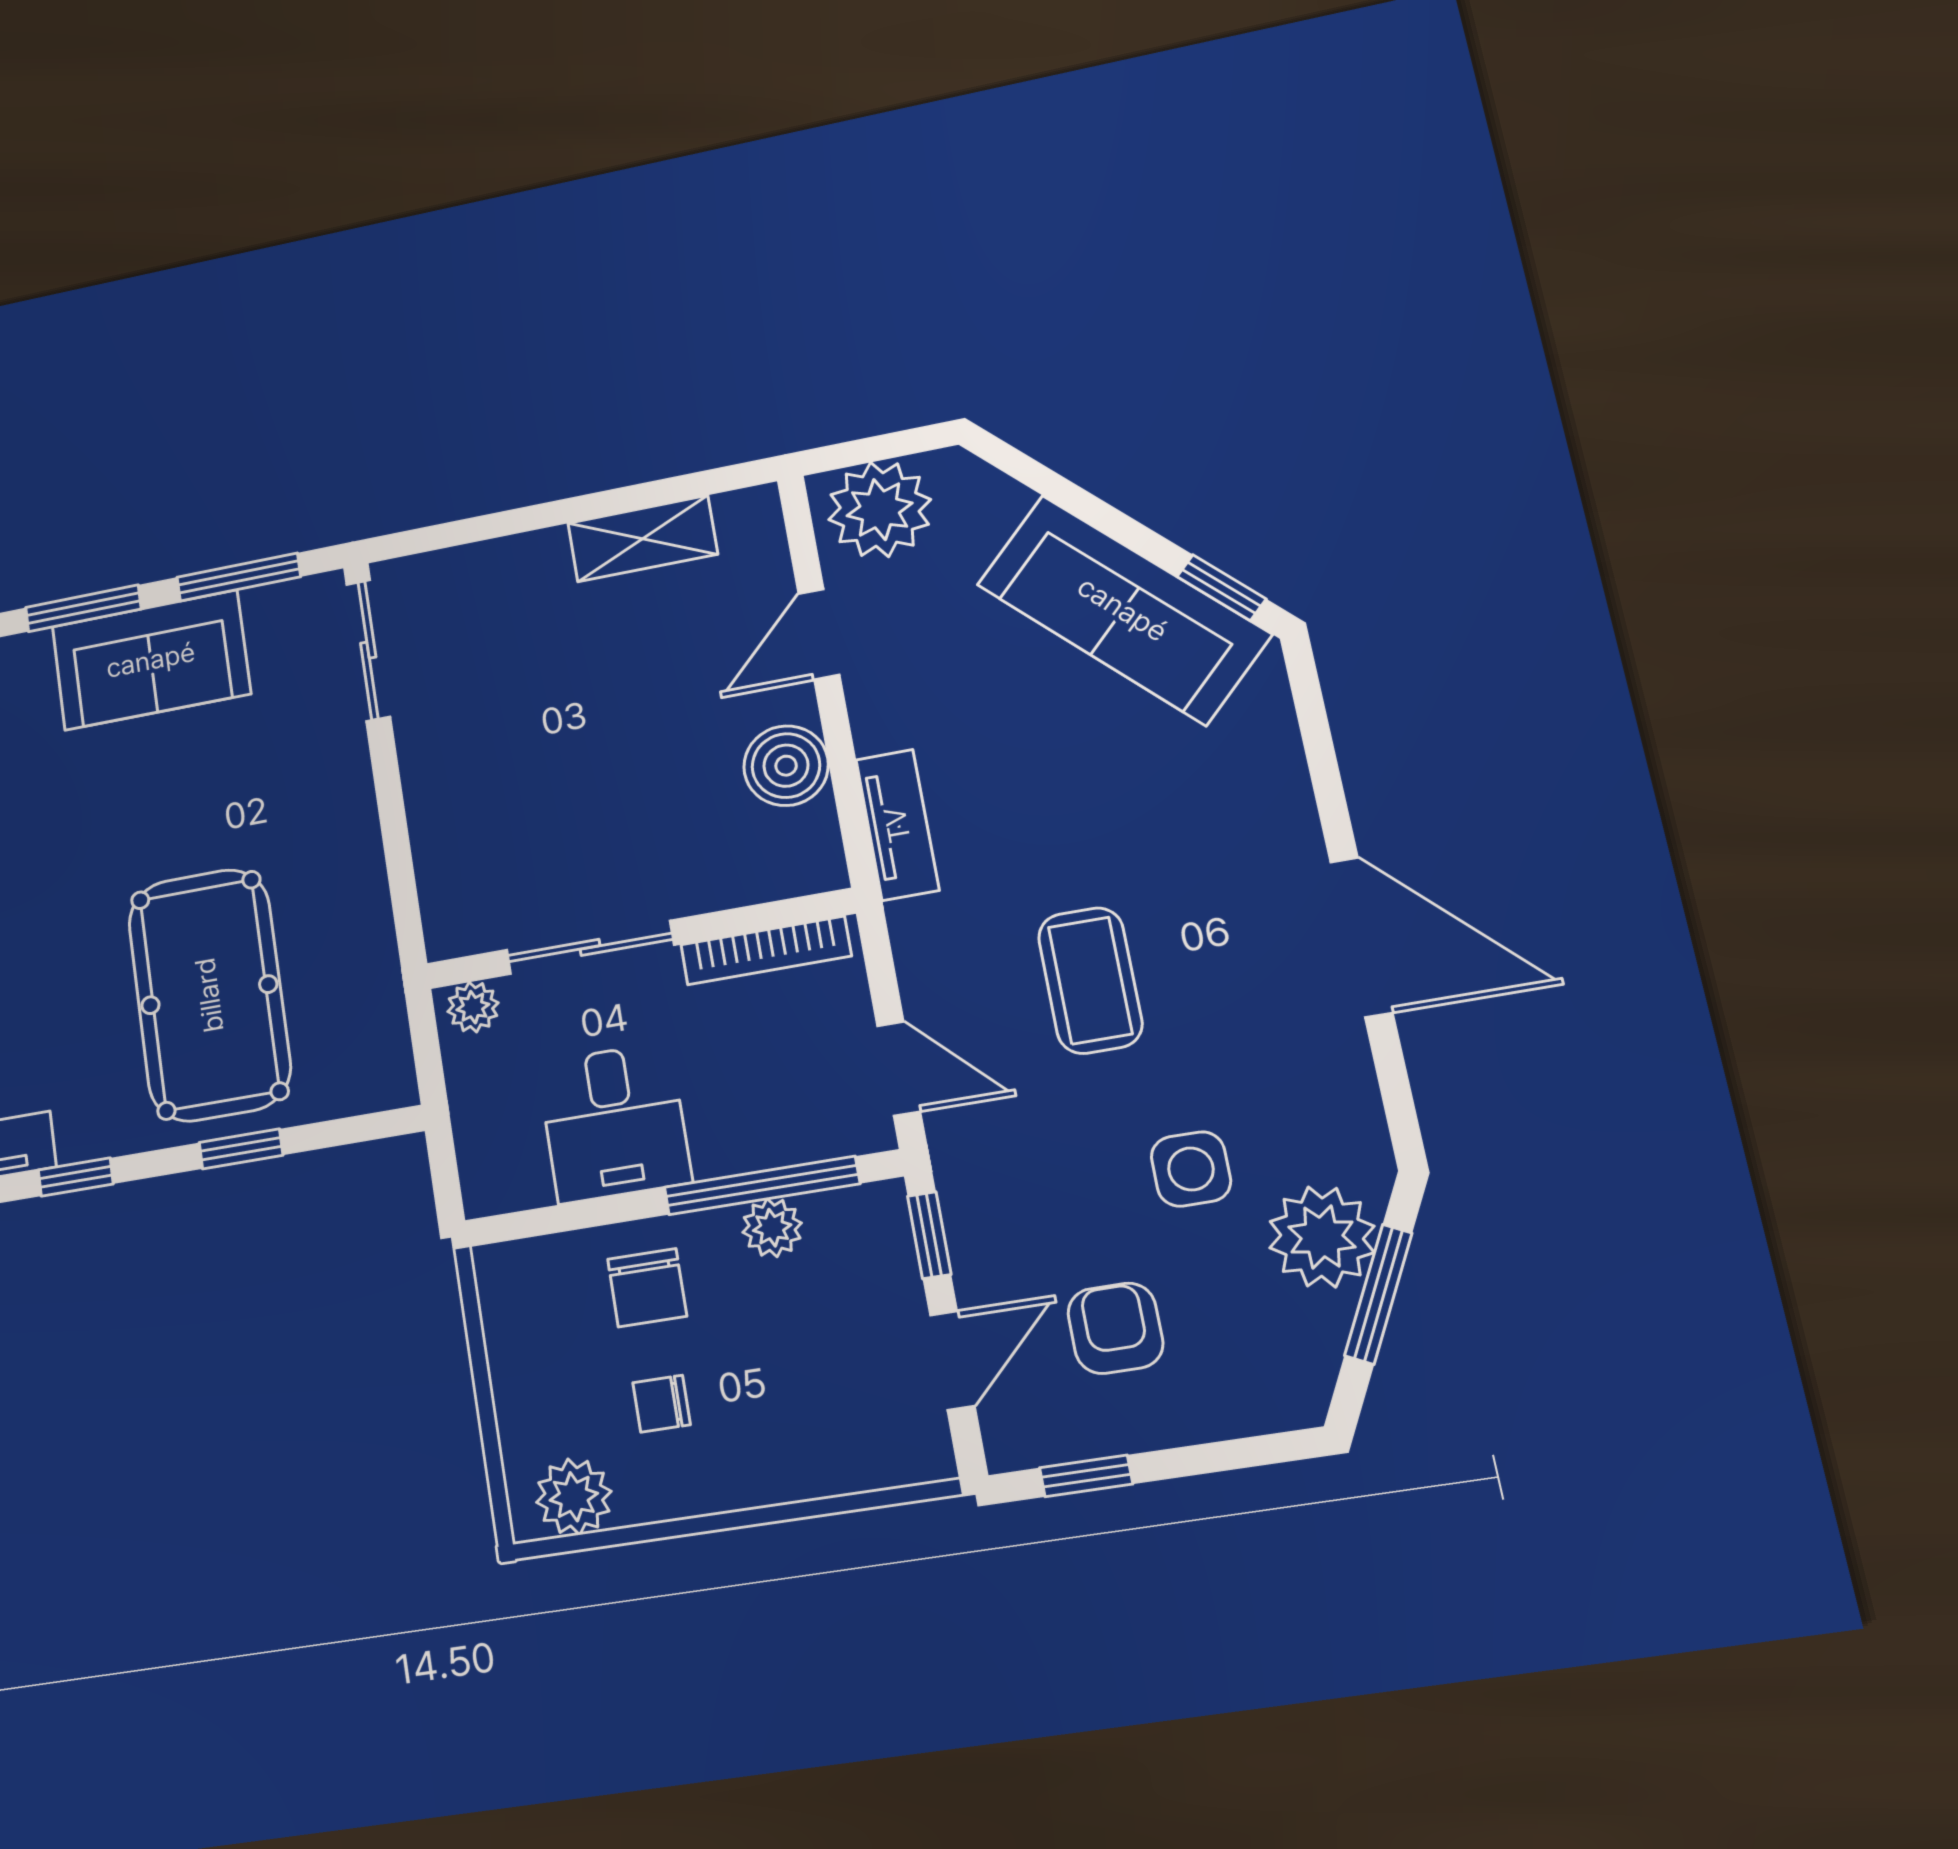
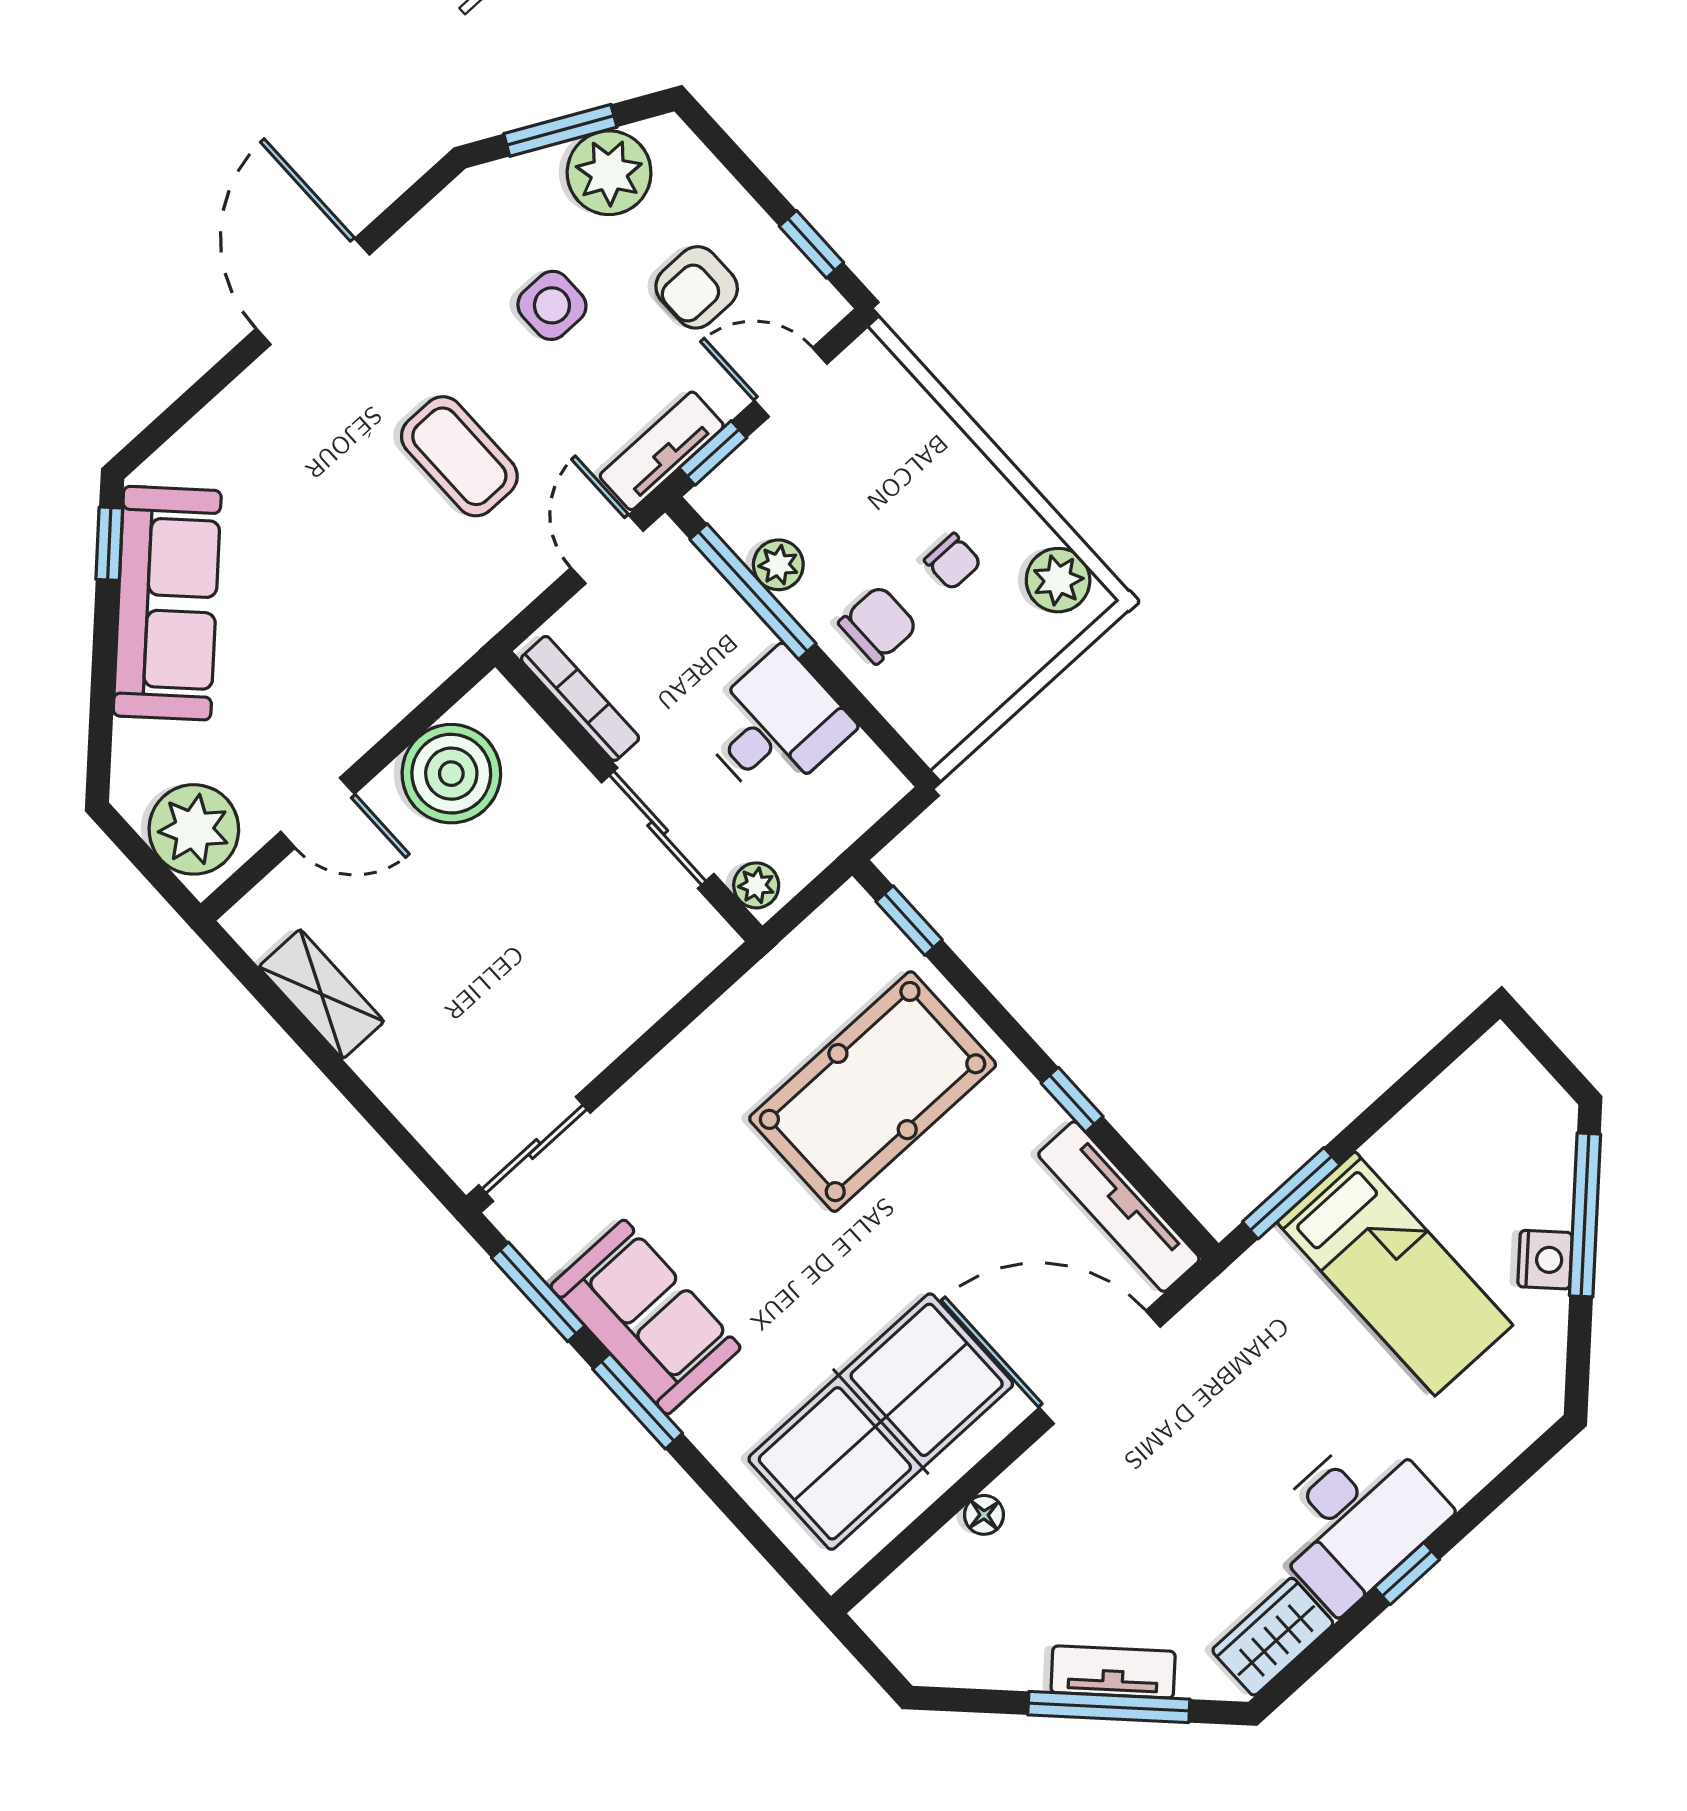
boiler: (786, 766) -> (451, 774), width x1.37, depth x1.37
tv unit: (897, 825) -> (662, 451), moved
coffee table: (1090, 980) -> (459, 456), turned 90
window: (241, 1149) -> (909, 921), moved
plant: (1322, 1237) -> (609, 173), moved

